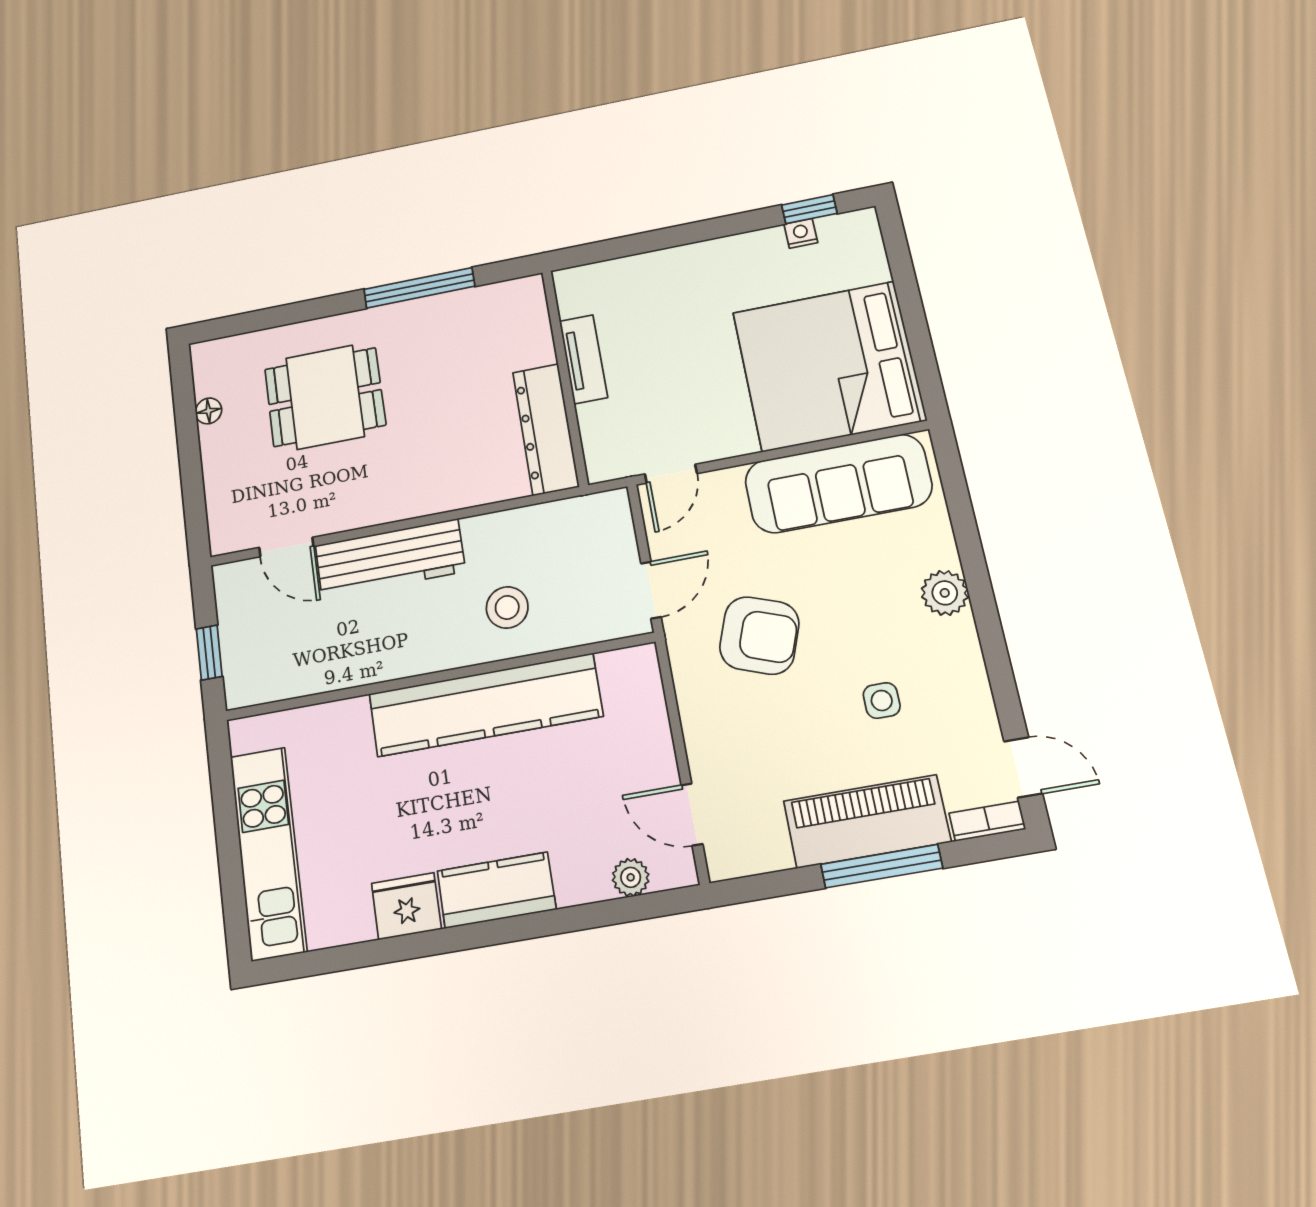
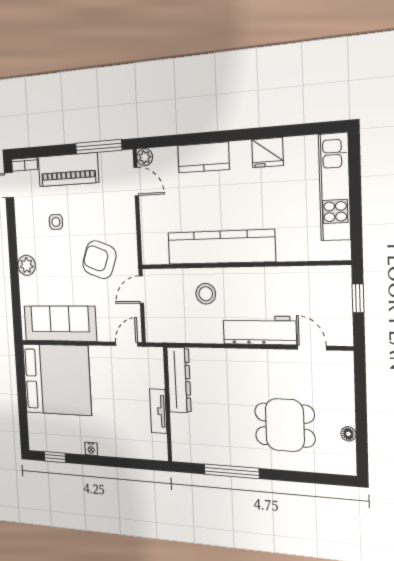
nightstand: (801, 233) -> (91, 449), moved
window: (882, 866) -> (99, 147), moved
plant: (631, 877) -> (145, 157), moved
kitchen counter: (496, 890) -> (203, 158), moved

